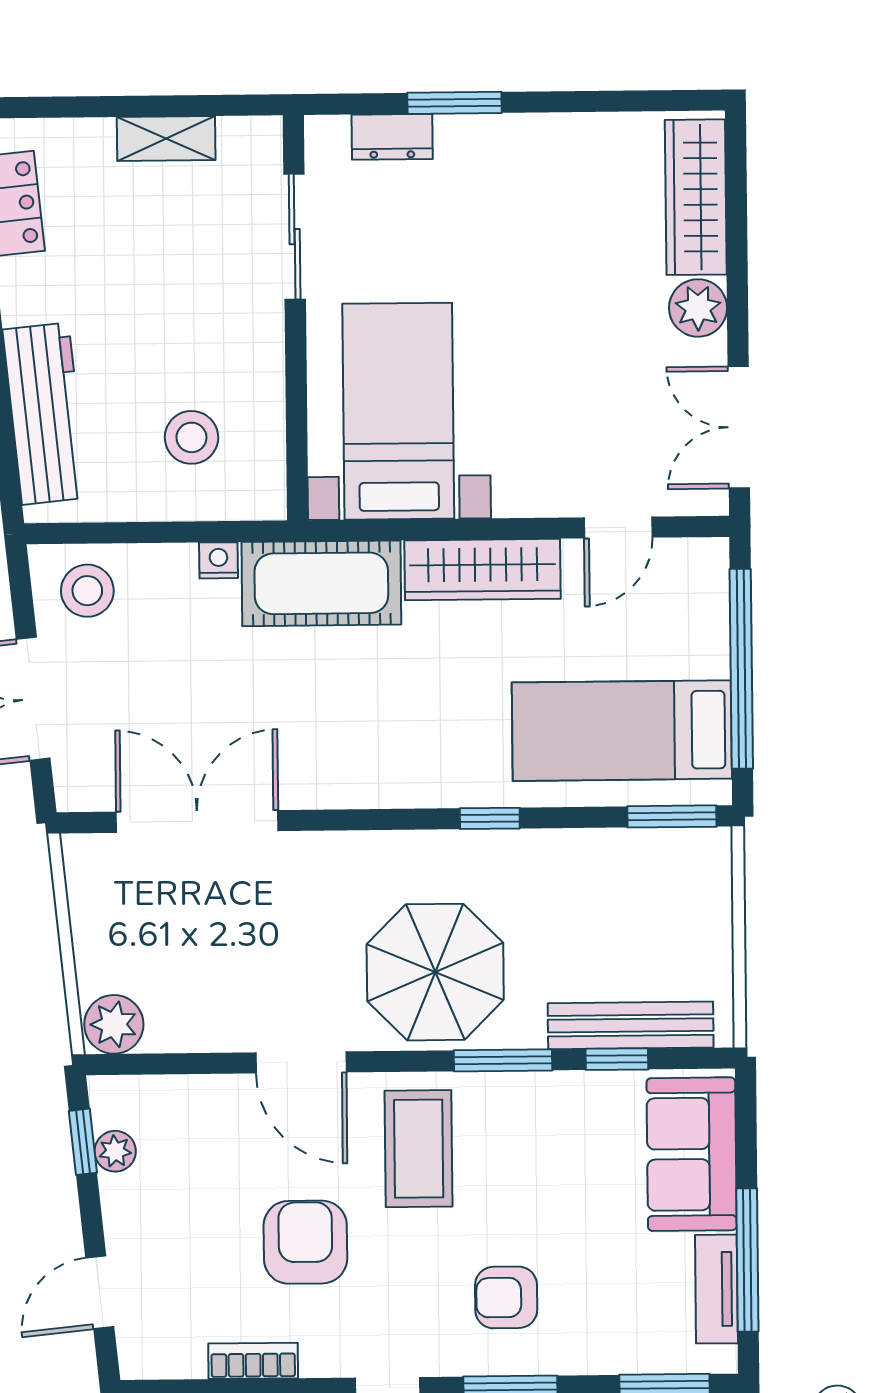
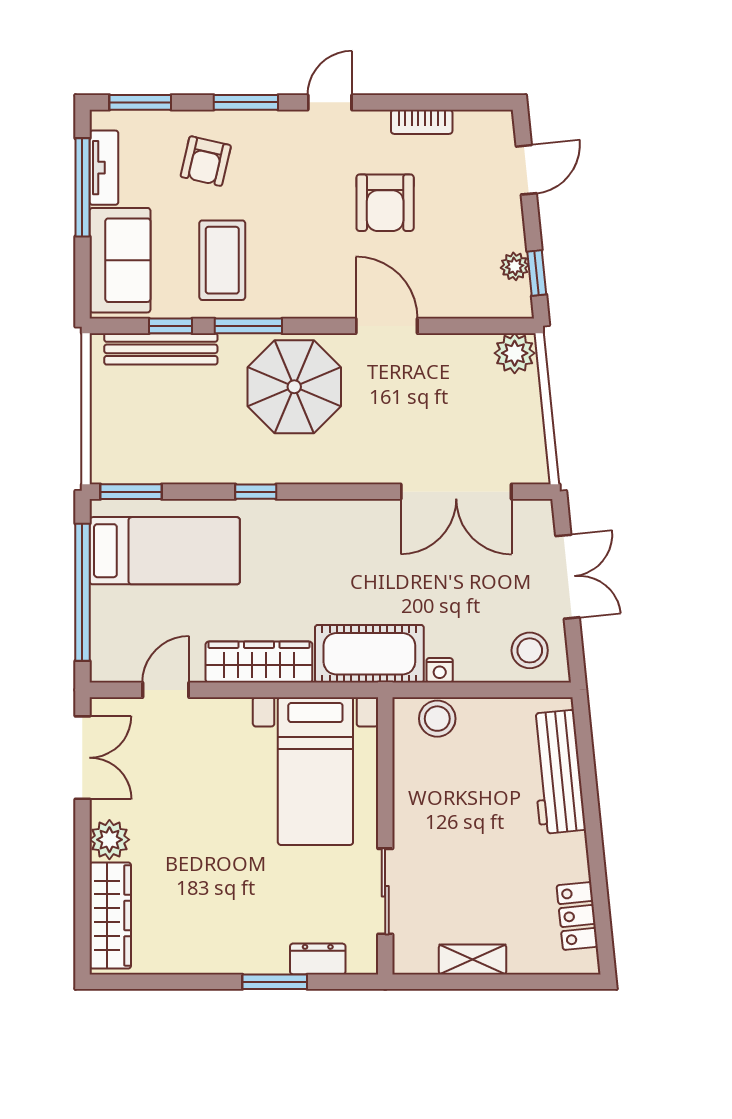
stool: (191, 437) -> (437, 719), moved
coffee table: (419, 1149) -> (222, 260), moved
armchair: (506, 1297) -> (206, 161), moved, turned 103

